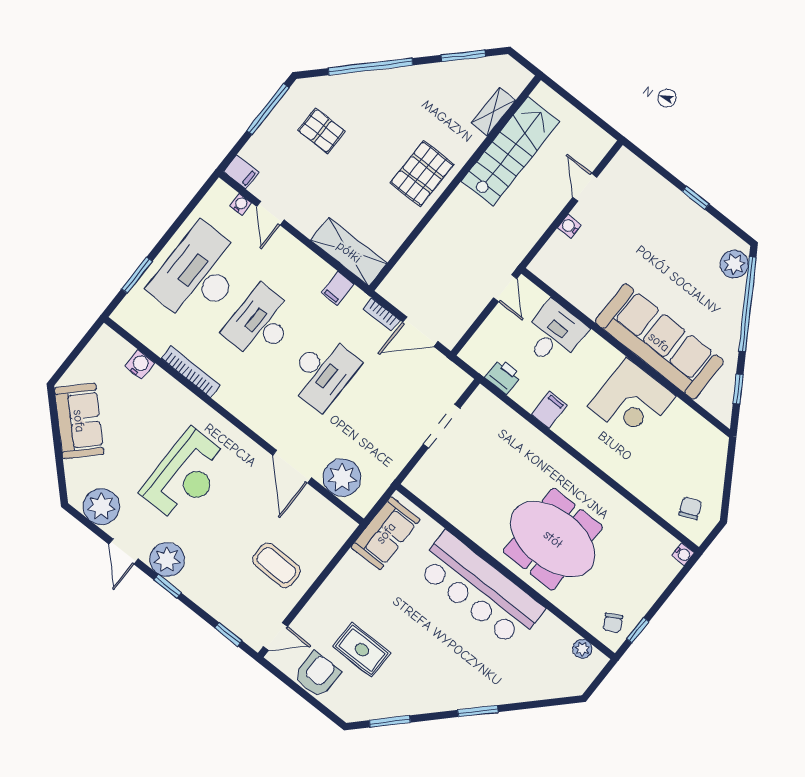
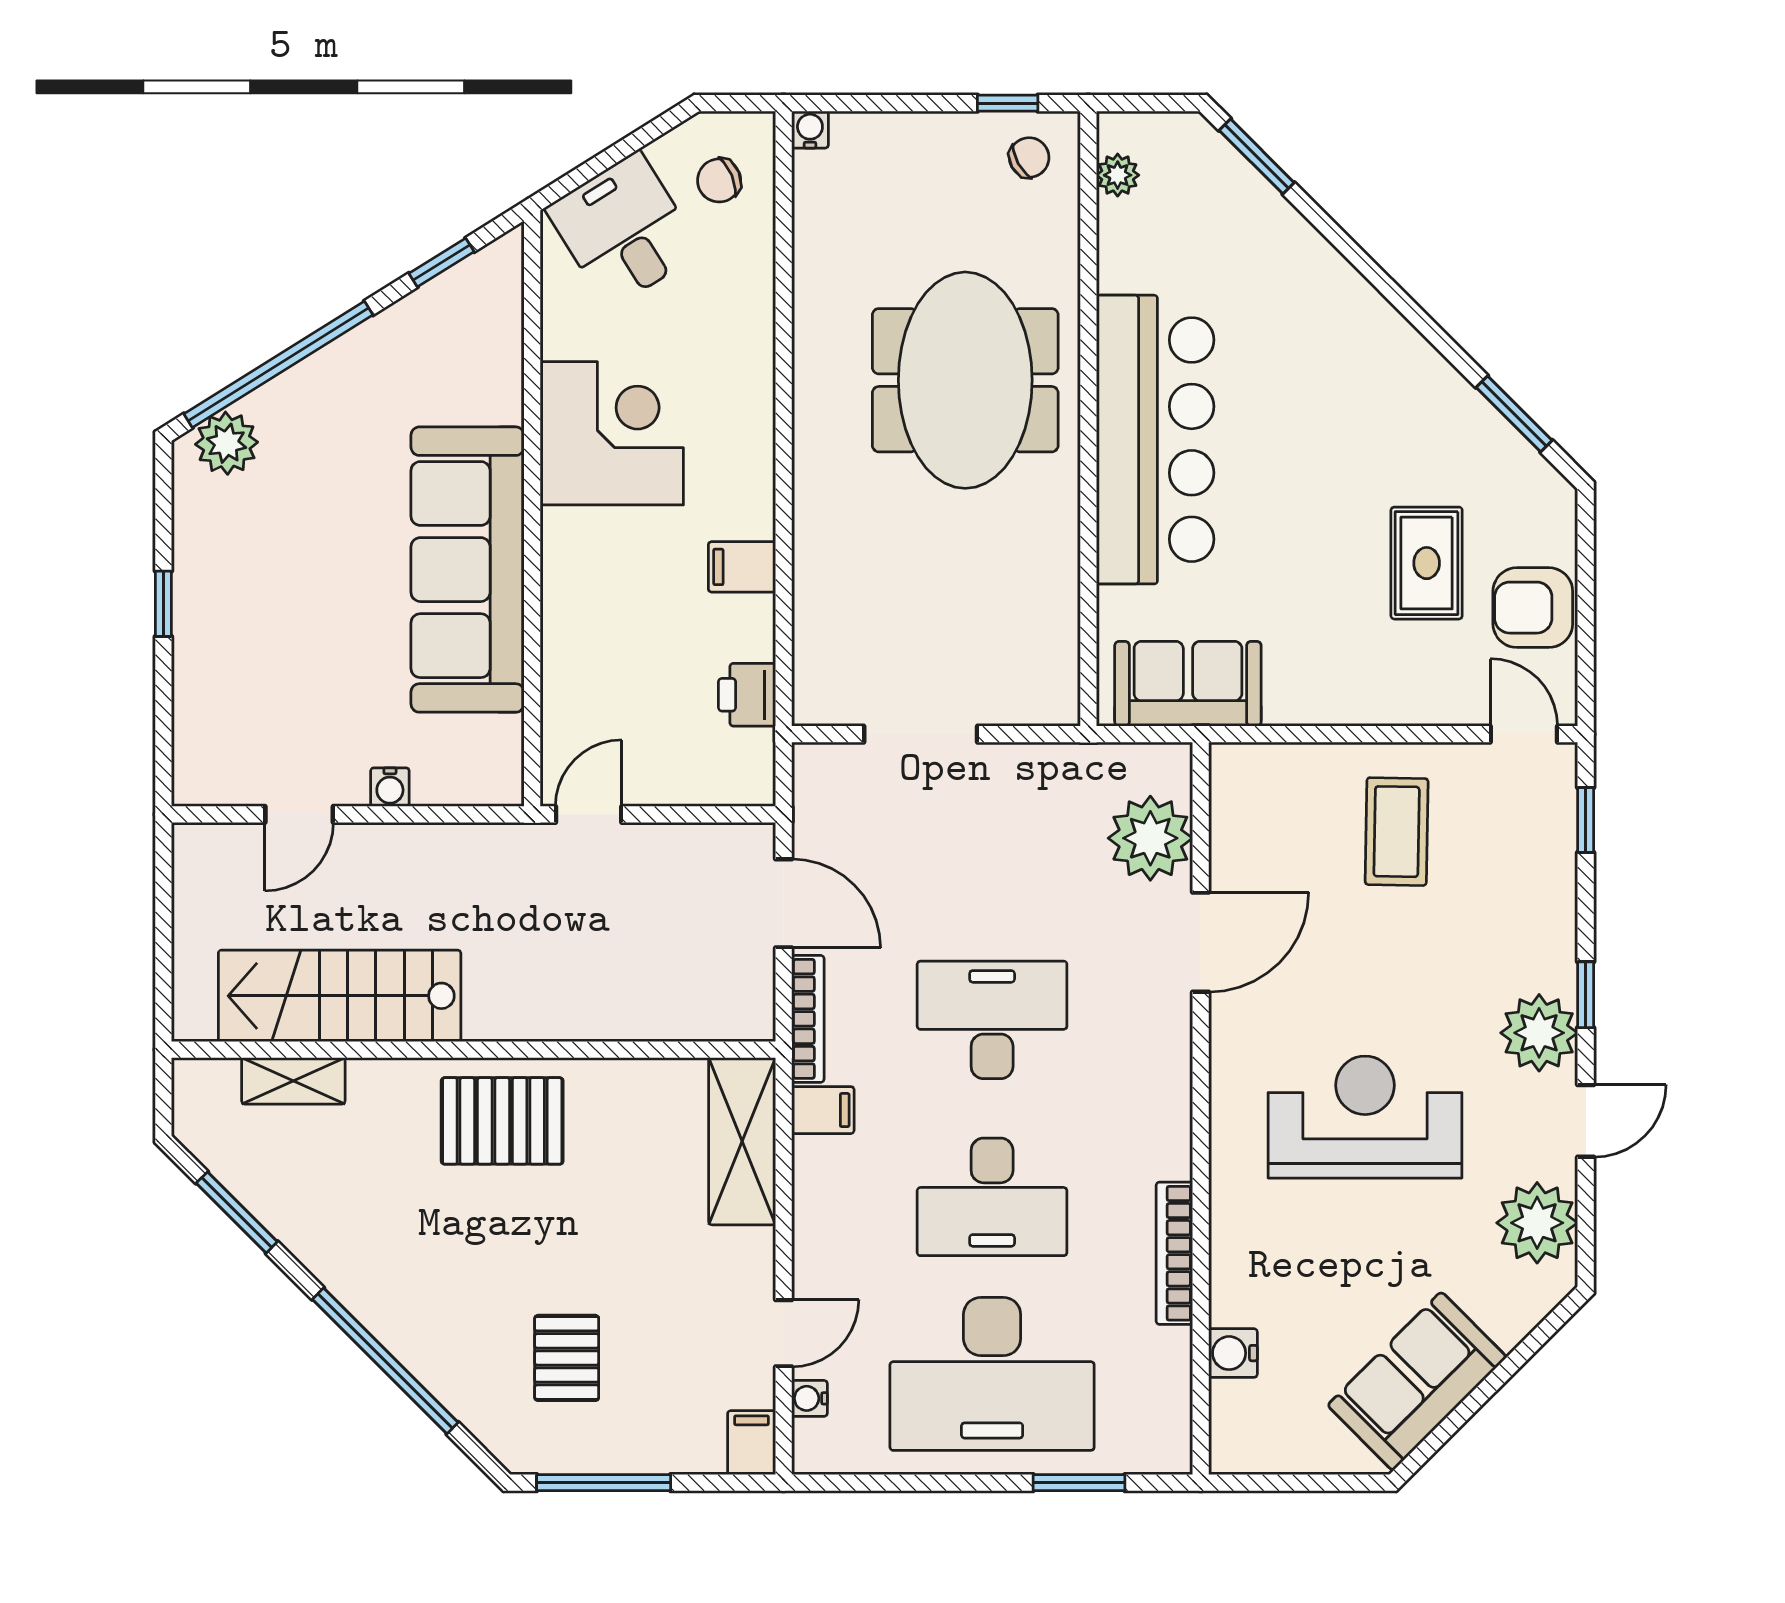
bookcase: (381, 315) -> (808, 1019), width x1.56
desk: (554, 334) -> (624, 230), moved, turned 58
sofa: (659, 342) -> (468, 570), moved
window: (478, 711) -> (1257, 156), moved

